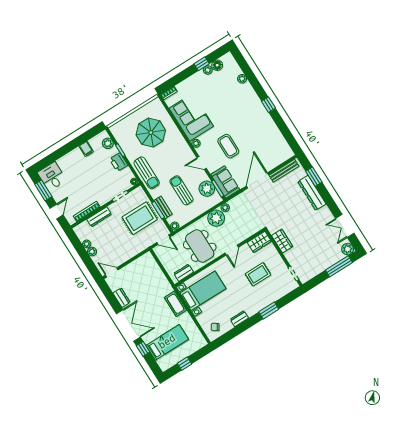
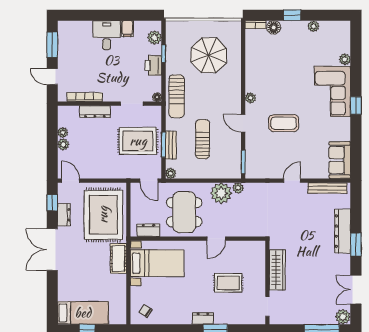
window: (202, 64) -> (292, 15), moved
floor lamp: (217, 65) -> (274, 27), moved
corner sofa: (191, 117) -> (332, 91), moved, turned 180
coffee table: (228, 146) -> (284, 123), turned 90
desk: (52, 176) -> (107, 35), moved
window: (314, 177) -> (356, 245), moved
door: (258, 180) -> (292, 181), width x0.53
sofa: (225, 182) -> (340, 160), moved, turned 180
plant: (207, 189) -> (231, 155), removed
door: (57, 212) -> (52, 77), swing flipped
wardrobe: (282, 241) -> (277, 270), width x1.50
wardrobe: (259, 242) -> (252, 248), removed
rug: (148, 281) -> (103, 215), added
dresser: (239, 319) -> (203, 318), moved
double door: (128, 325) -> (52, 250), swing flipped
bed: (167, 342) -> (83, 313), moved
window: (143, 349) -> (52, 203), moved

